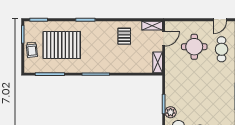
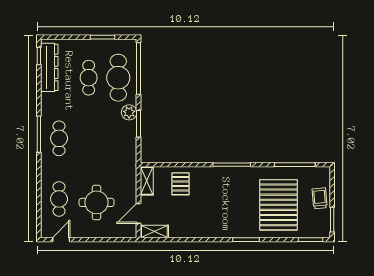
pallet: (124, 36) -> (180, 184), moved
pallet: (62, 45) -> (279, 205), turned 90
cafe table: (222, 93) -> (59, 138), added

